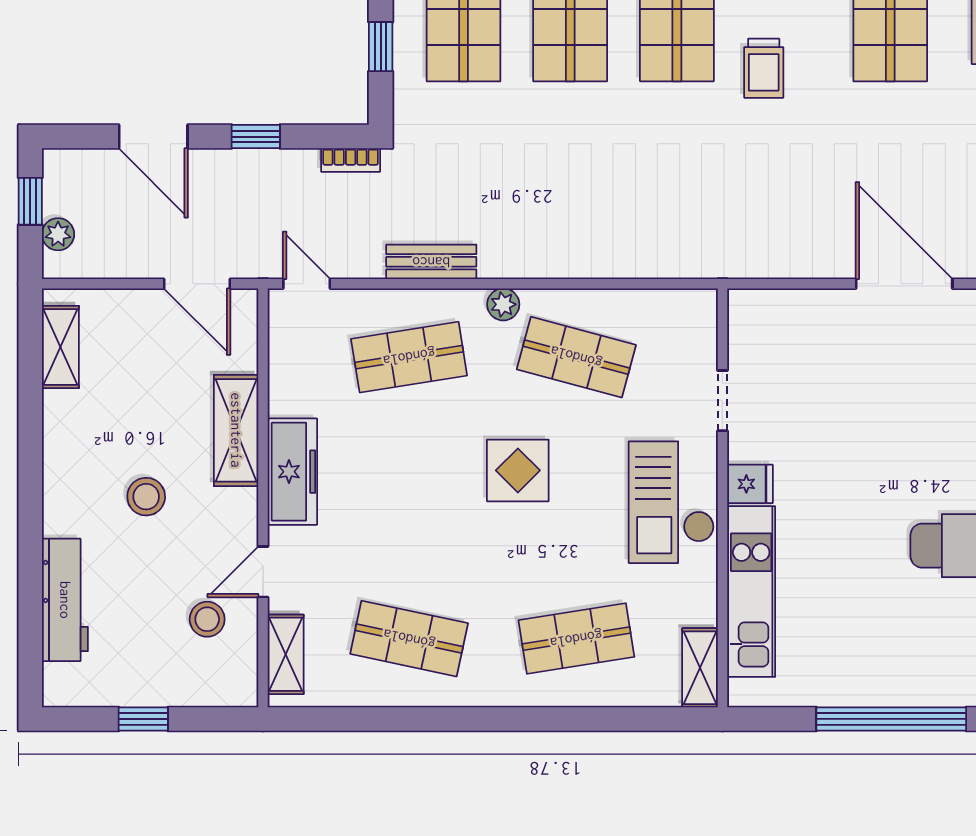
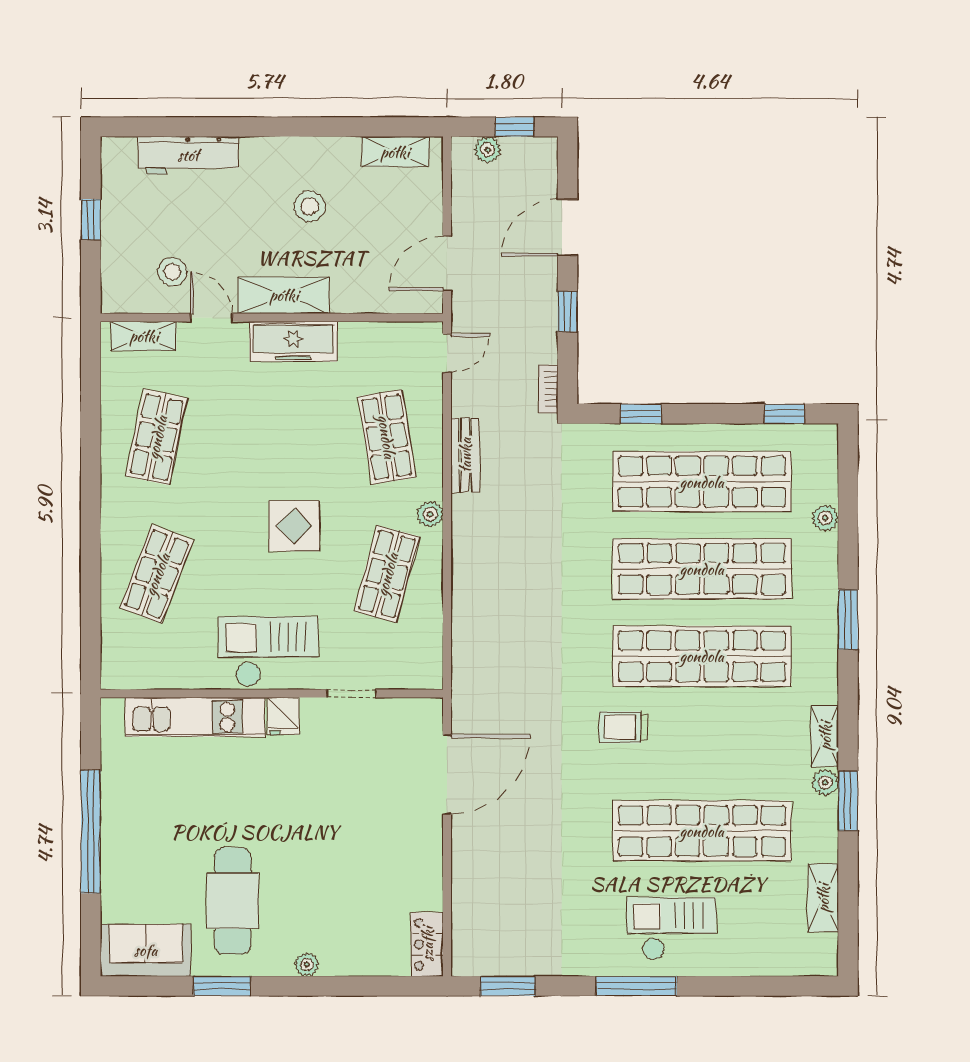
door: (904, 284) -> (447, 774), moved
shelving: (236, 430) -> (284, 295), moved
stool: (146, 497) -> (310, 206), moved
shop shelf: (576, 639) -> (157, 574), turned 30
shelving: (700, 668) -> (133, 675), removed

